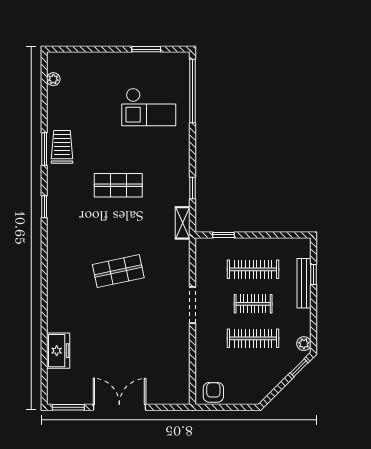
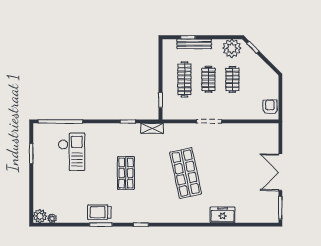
plant: (56, 61) -> (40, 216), added
shop shelf: (118, 271) -> (186, 173), width x1.43, depth x1.36
clothes rail: (253, 338) -> (232, 79), width x0.73
plant: (304, 344) -> (232, 48), width x1.88, depth x1.88
freezer: (58, 351) -> (223, 215), moved
armchair: (213, 392) -> (270, 107), turned 90

